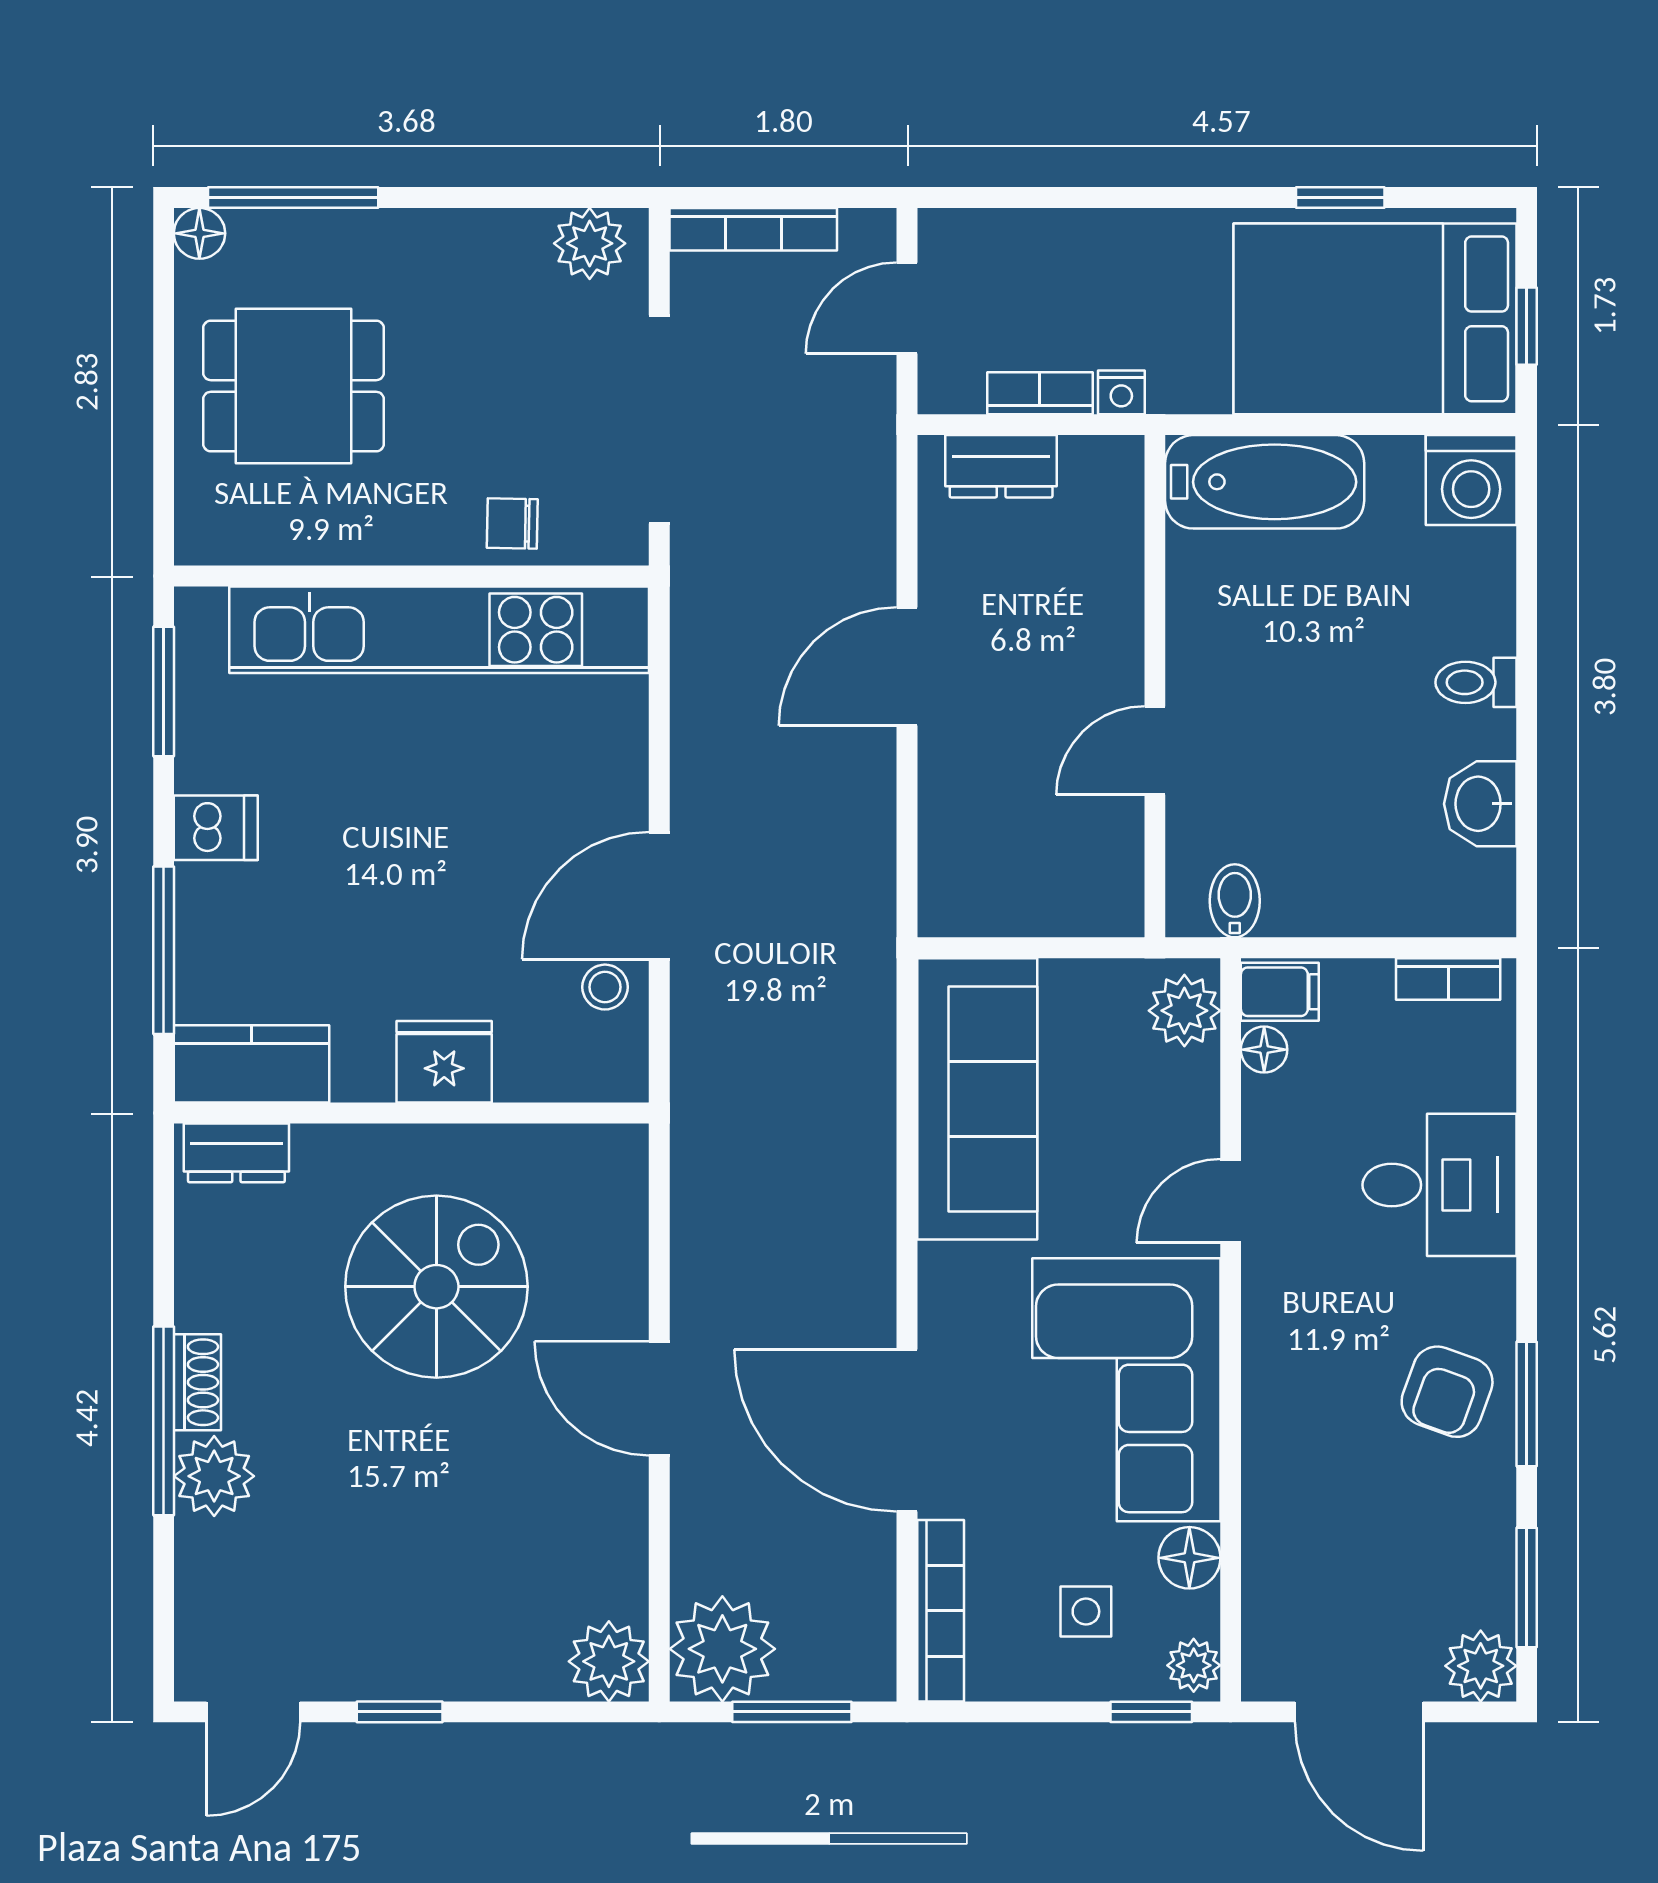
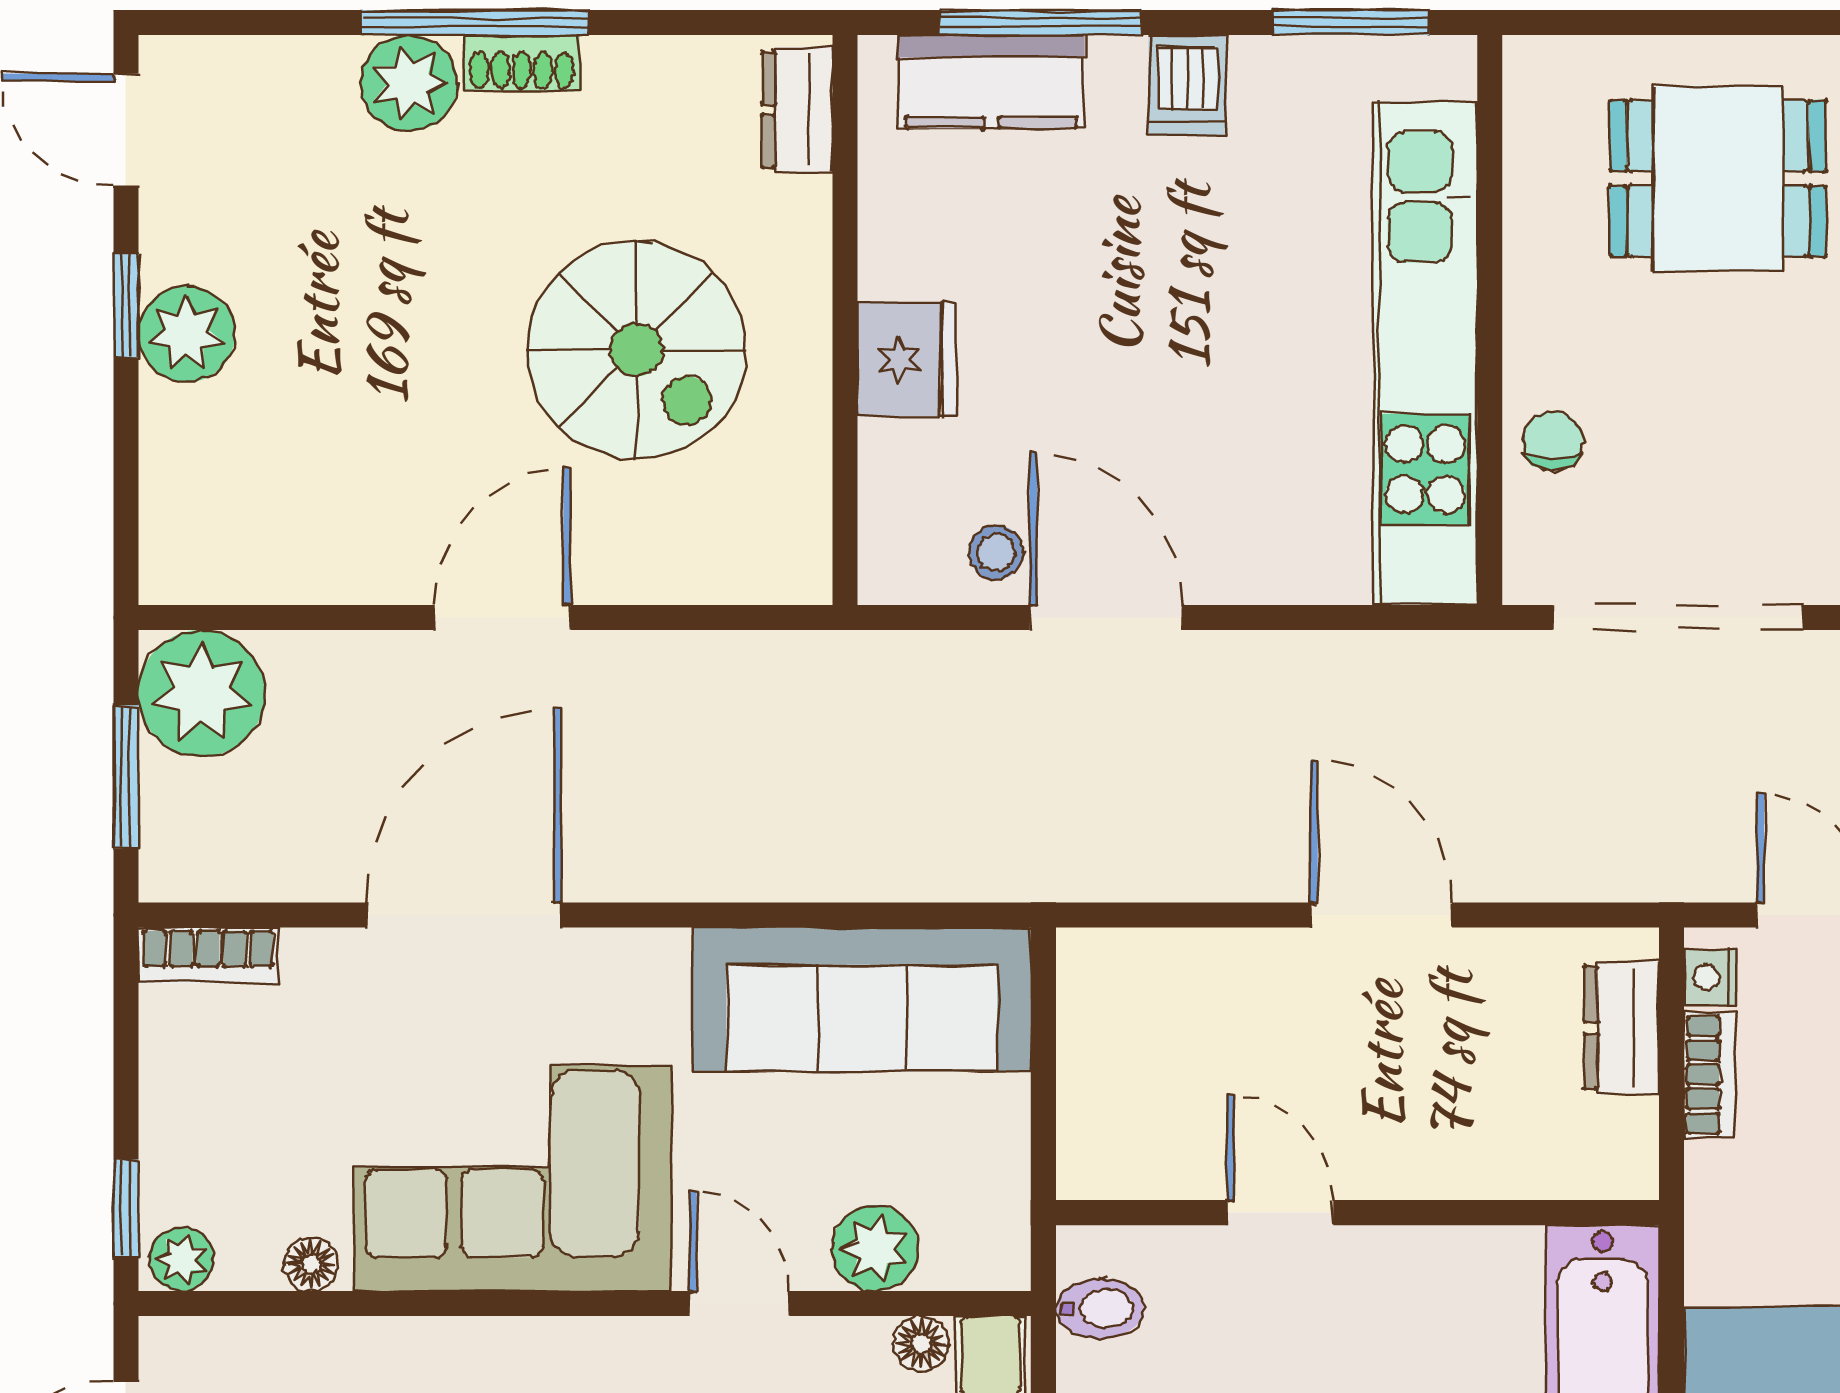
dining table: (294, 386) -> (1718, 178), turned 90
nightstand: (1121, 392) -> (1710, 977), moved
plant: (1184, 1011) -> (875, 1248), moved
kitchen counter: (252, 1064) -> (992, 81), moved, turned 90
floor lamp: (1189, 1558) -> (311, 1264), width x0.73, depth x0.73
bookcase: (941, 1611) -> (208, 955), width x0.64
side table: (1086, 1611) -> (246, 1130), removed
plant: (609, 1661) -> (187, 334), moved

